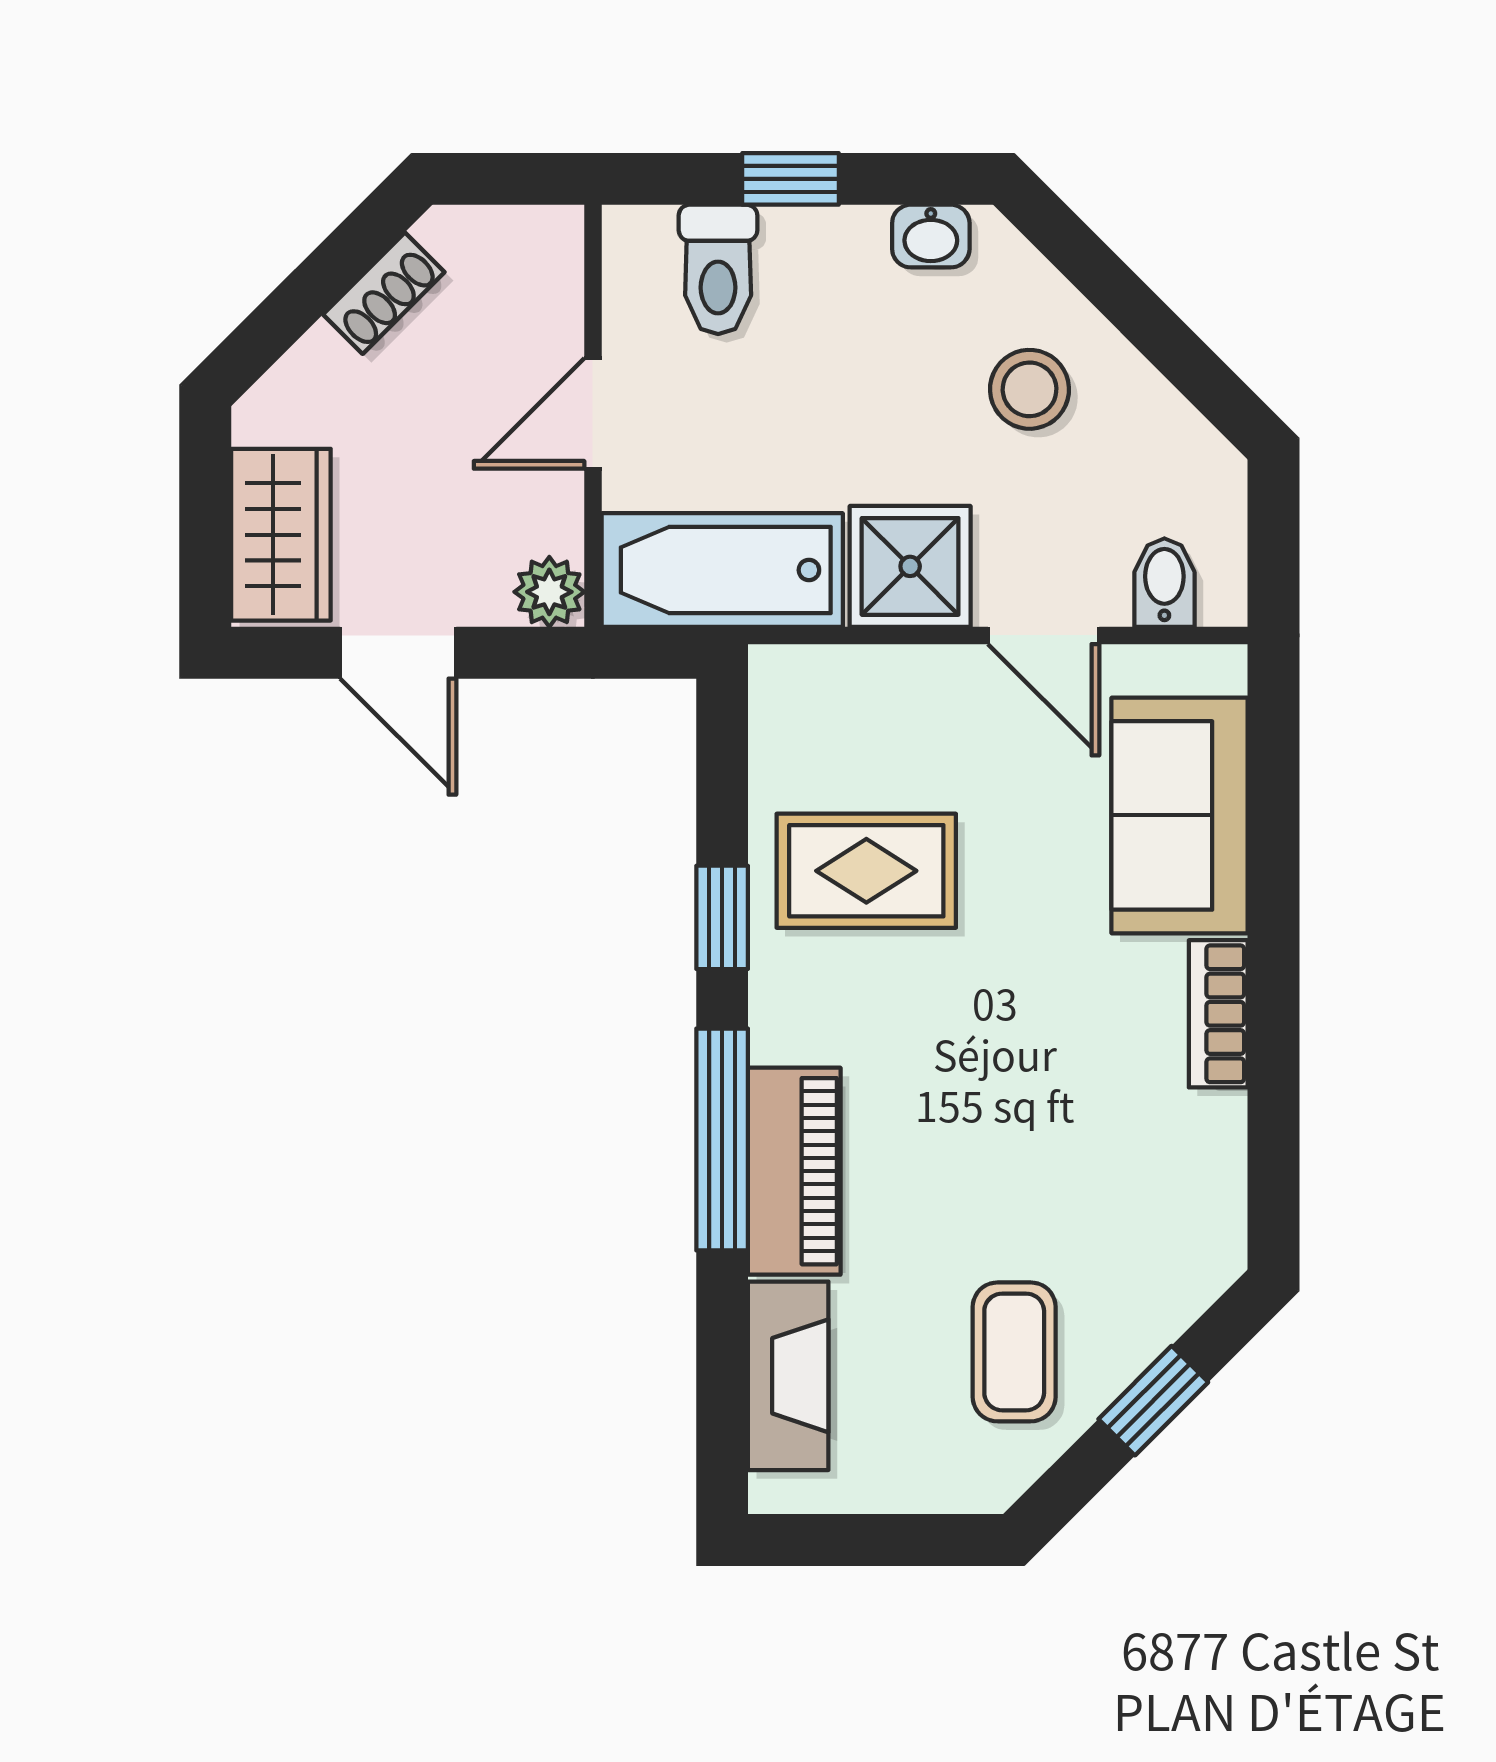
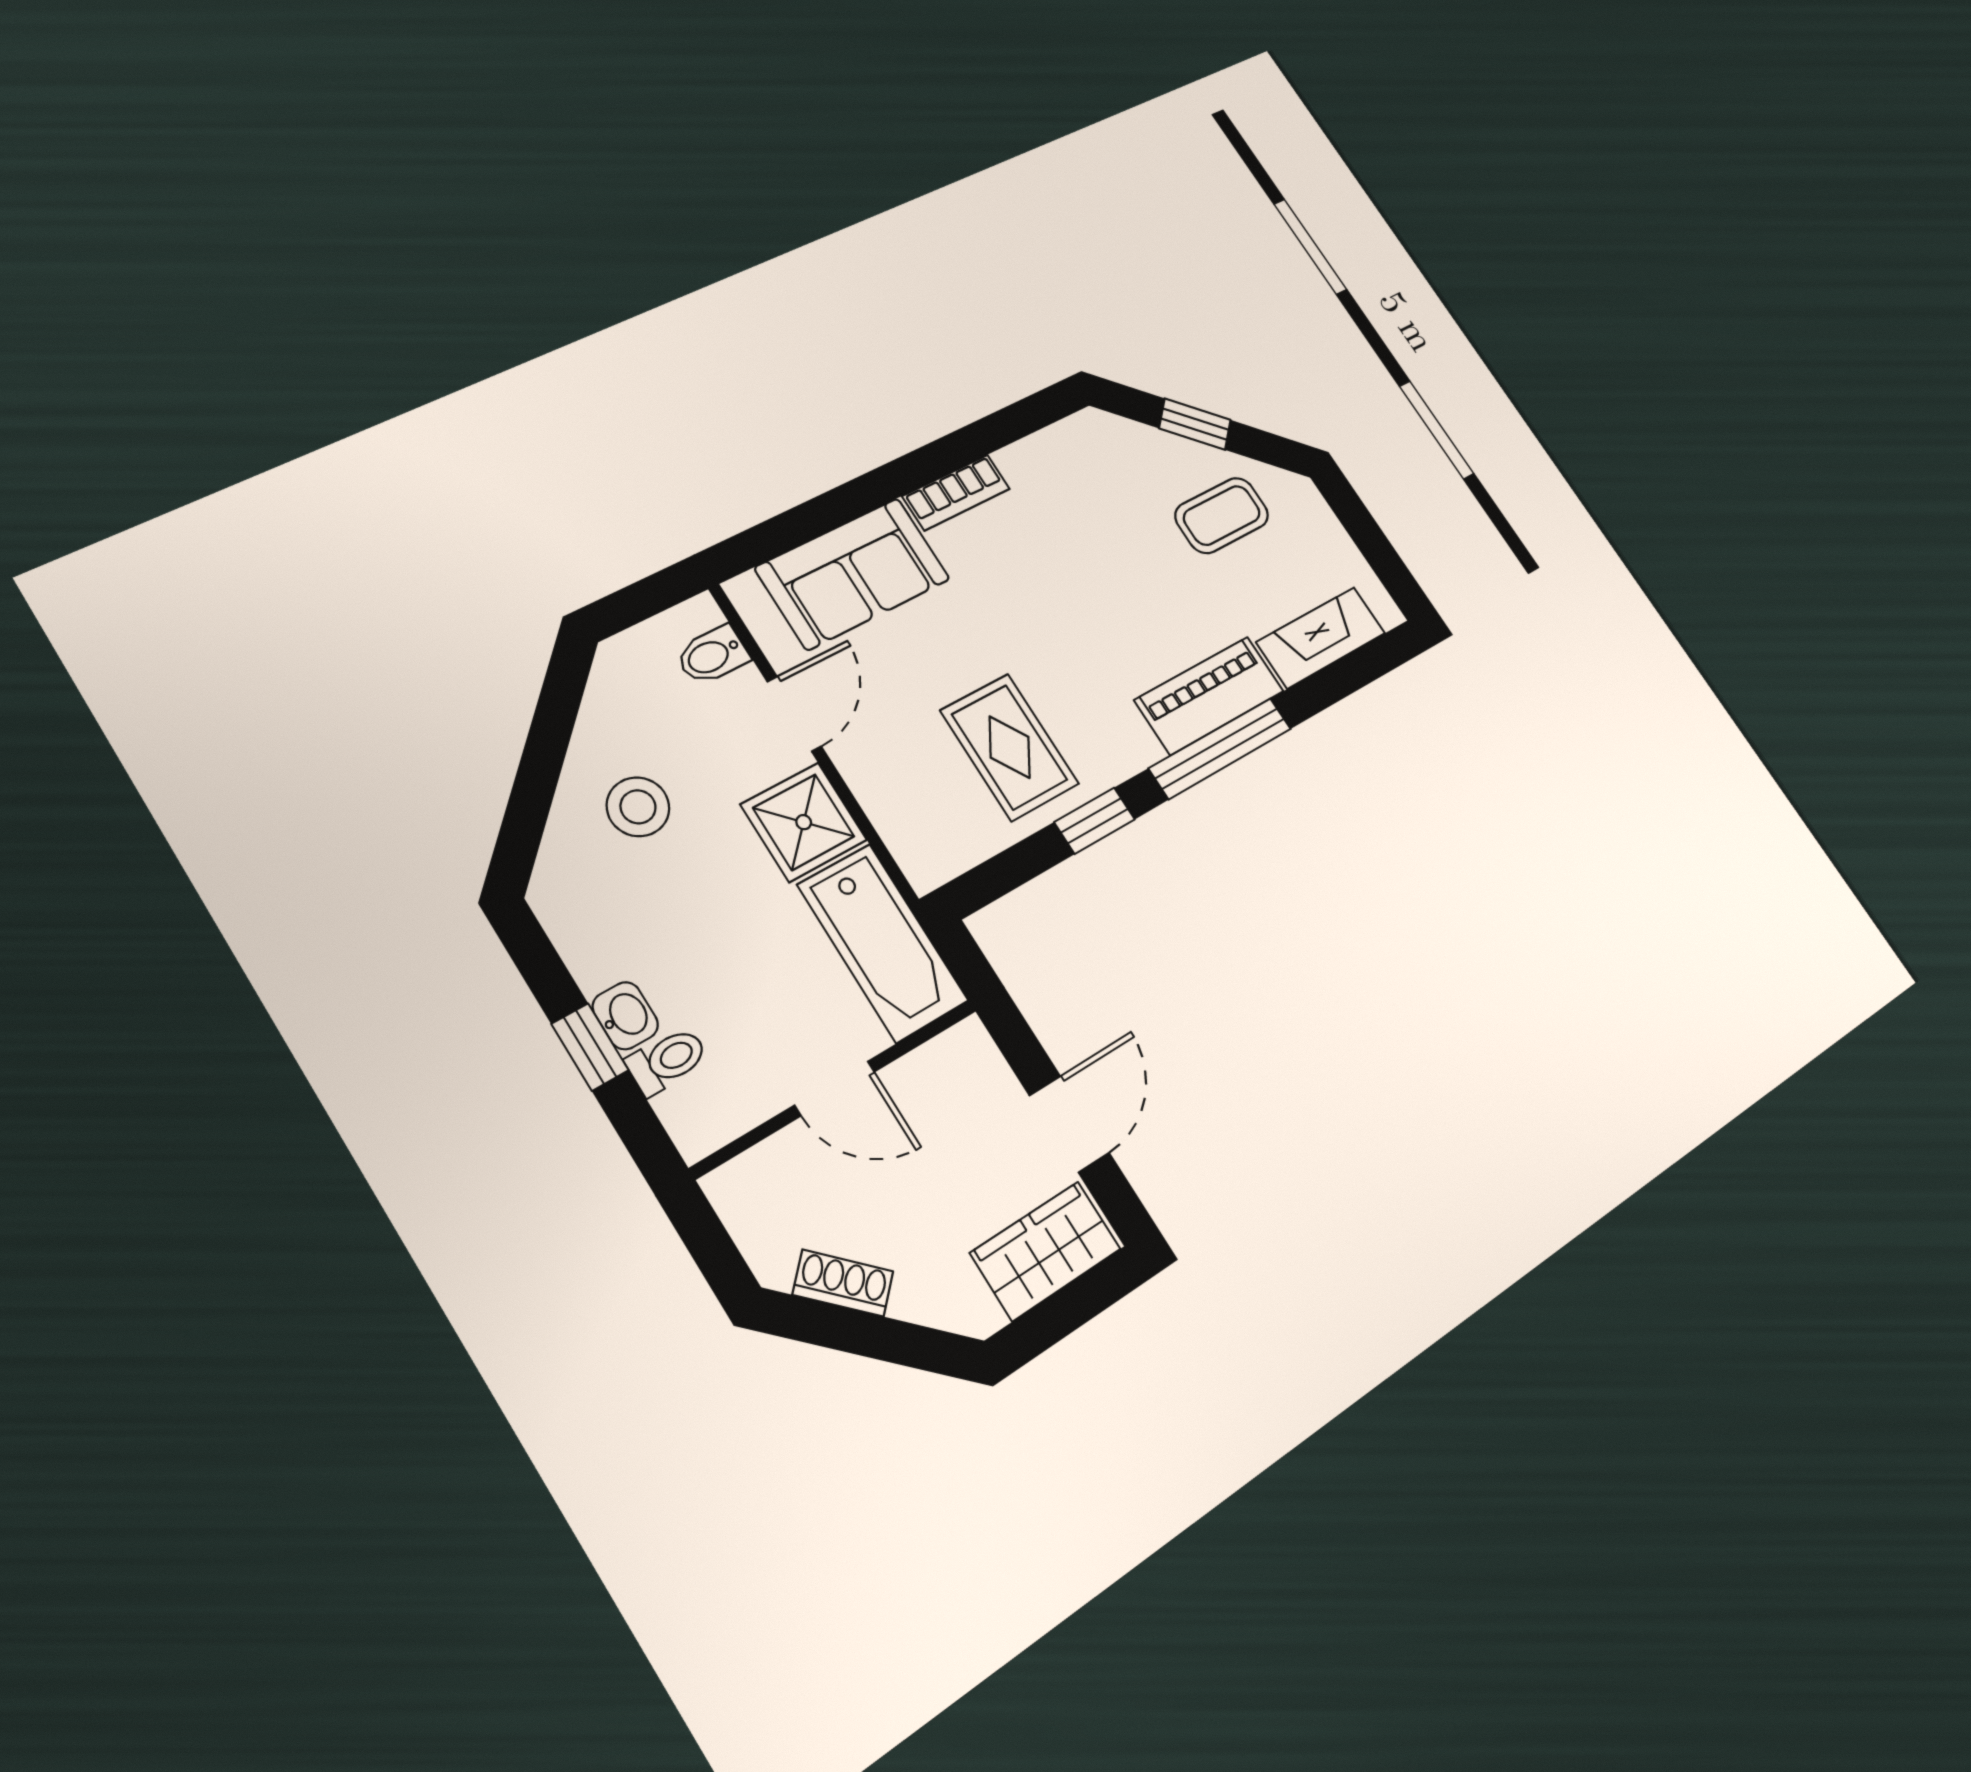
washbasin: (931, 236) -> (625, 1016), moved
toilet: (718, 269) -> (667, 1061), width x0.73, depth x0.72
plant: (549, 592) -> (968, 1048), removed

